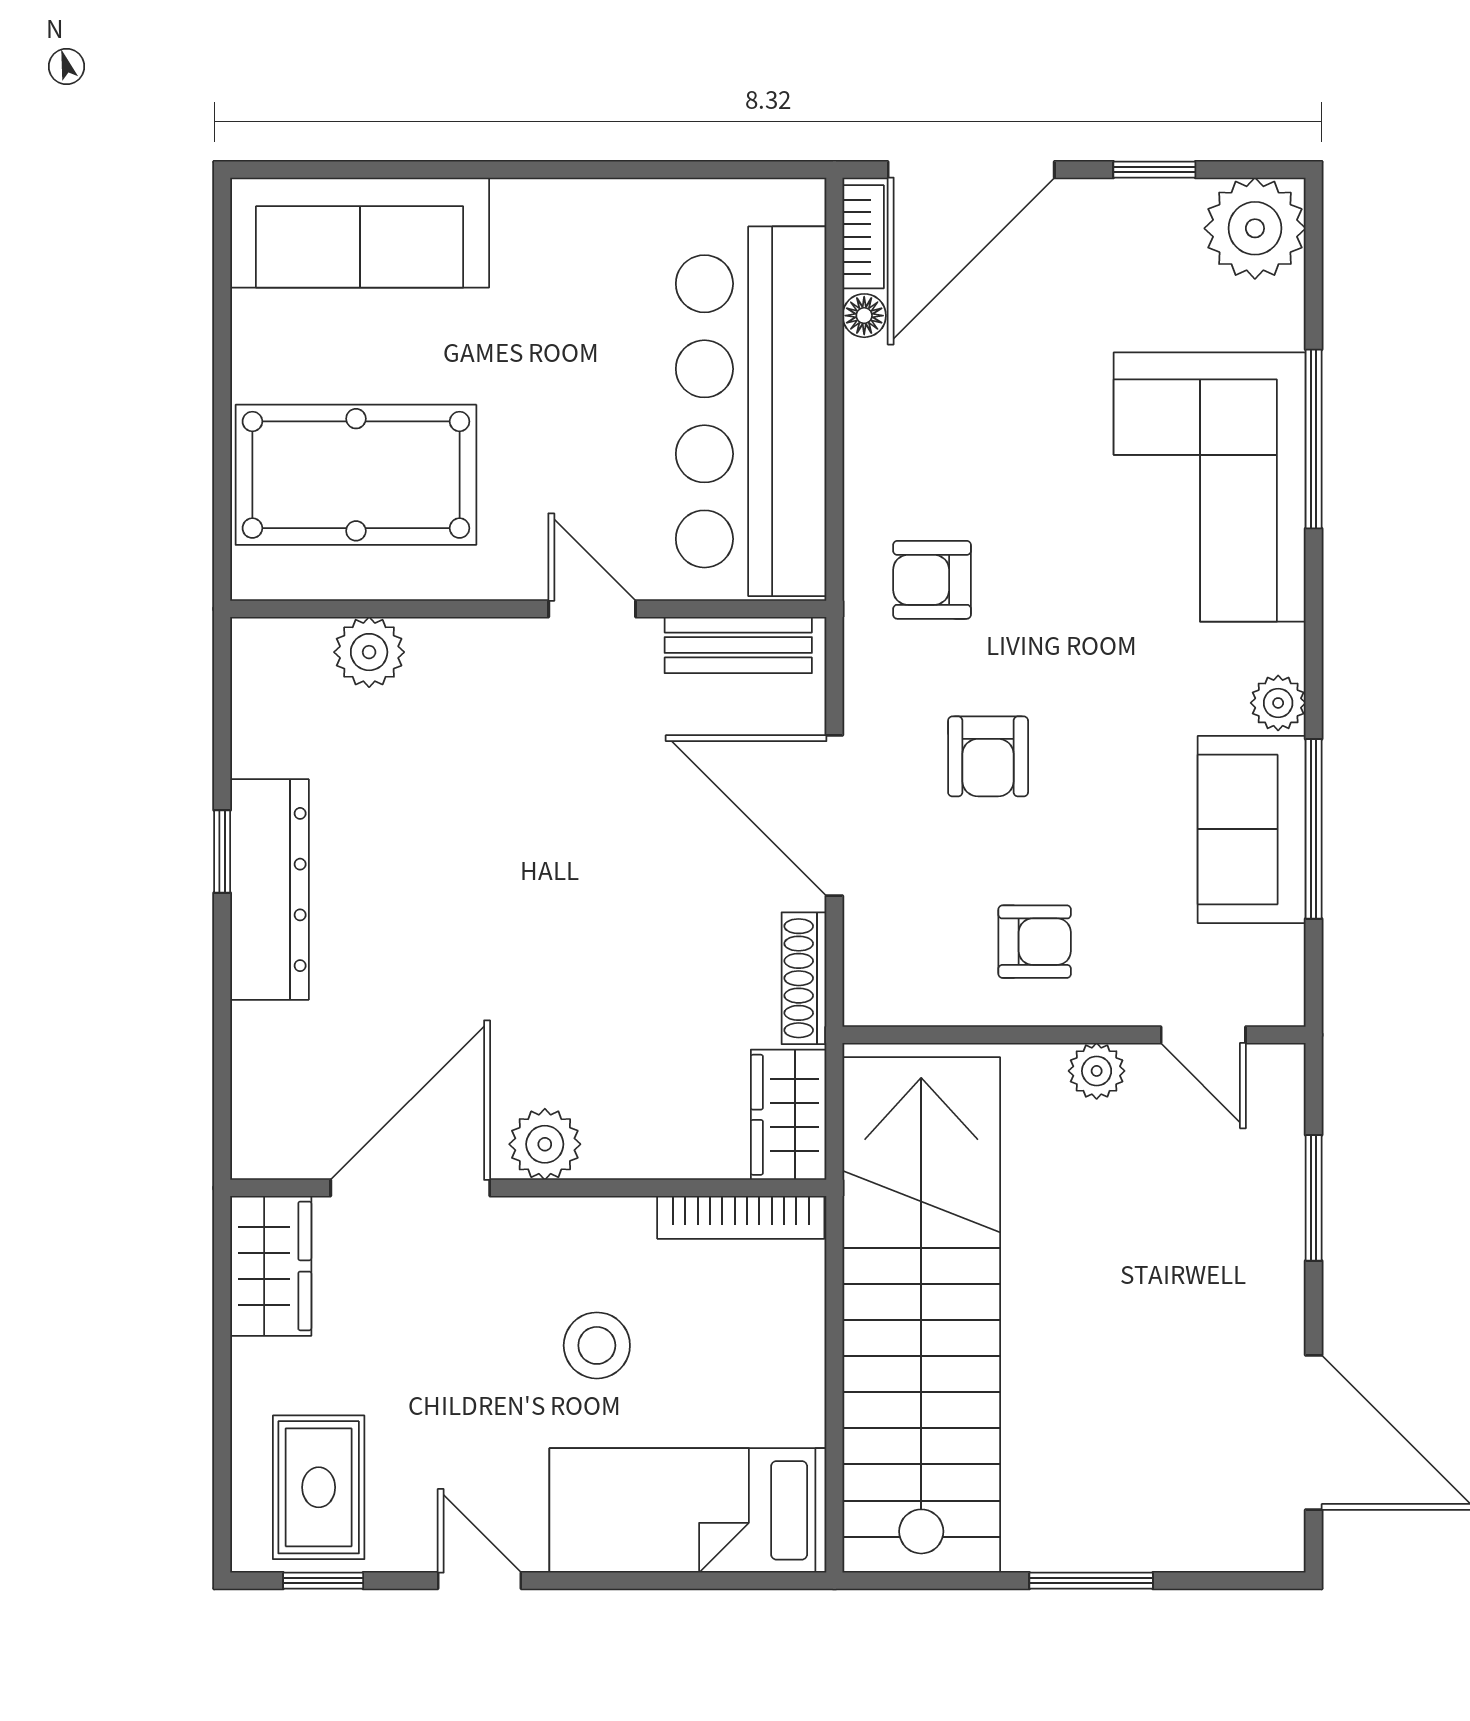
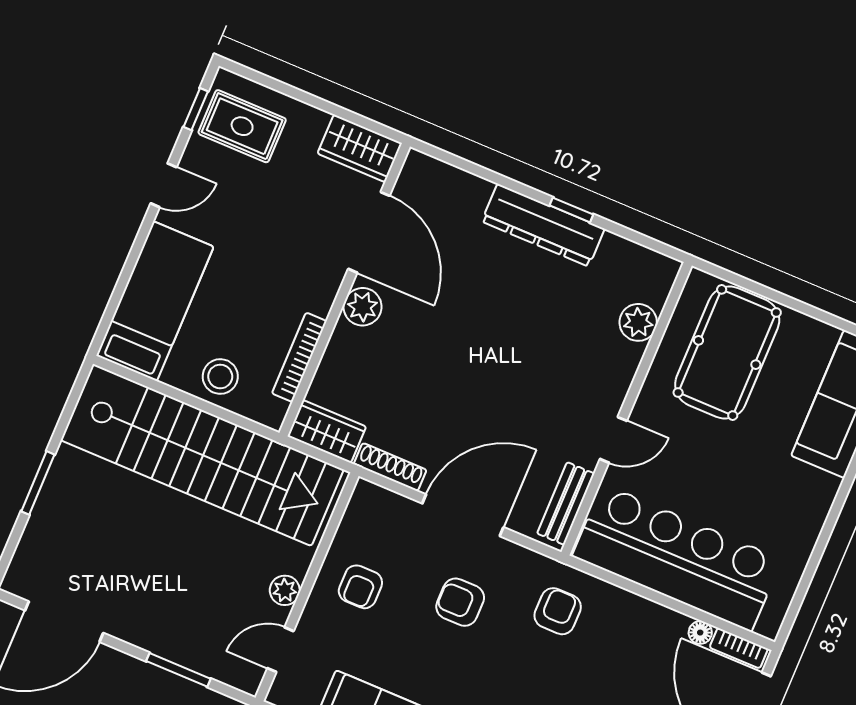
bookcase: (741, 1217) -> (299, 357), moved
stool: (597, 1345) -> (220, 377), moved

